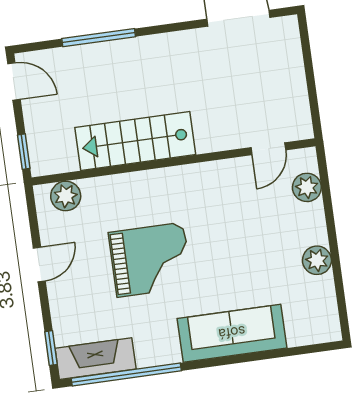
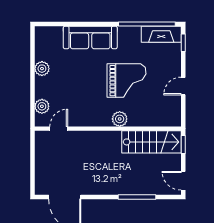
stairs: (135, 141) -> (151, 142), moved
plant: (66, 196) -> (120, 119), moved
grand piano: (150, 260) -> (126, 81), turned 180

